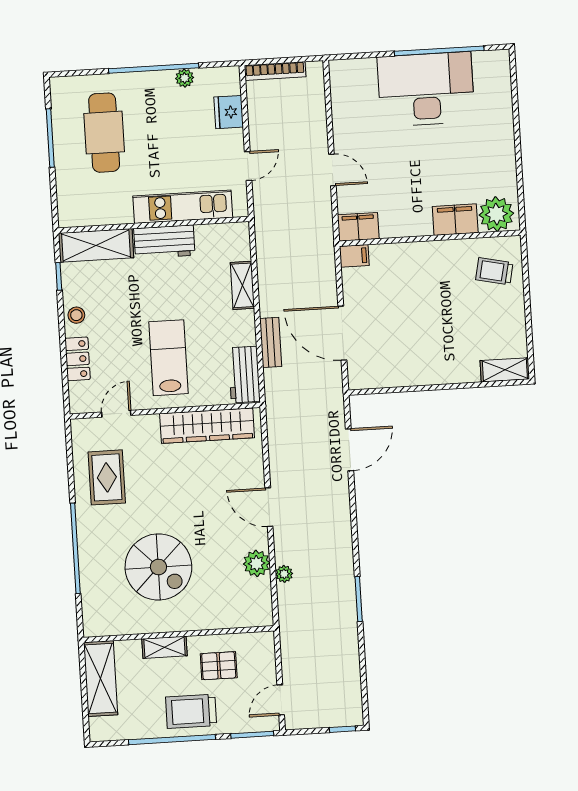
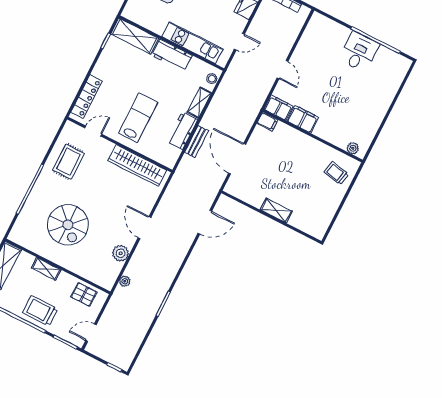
desk: (426, 89) -> (359, 52), width x0.53, depth x0.77
plant: (496, 214) -> (353, 148), width x0.53, depth x0.53
filing cabinet: (455, 220) -> (303, 119), moved
stool: (76, 315) -> (212, 79), moved
locker: (78, 359) -> (87, 97), width x1.53
shelving: (505, 370) -> (276, 211), moved
workbench: (244, 375) -> (183, 131), moved
plant: (284, 574) -> (125, 281), moved
pallet: (219, 666) -> (84, 294), moved

